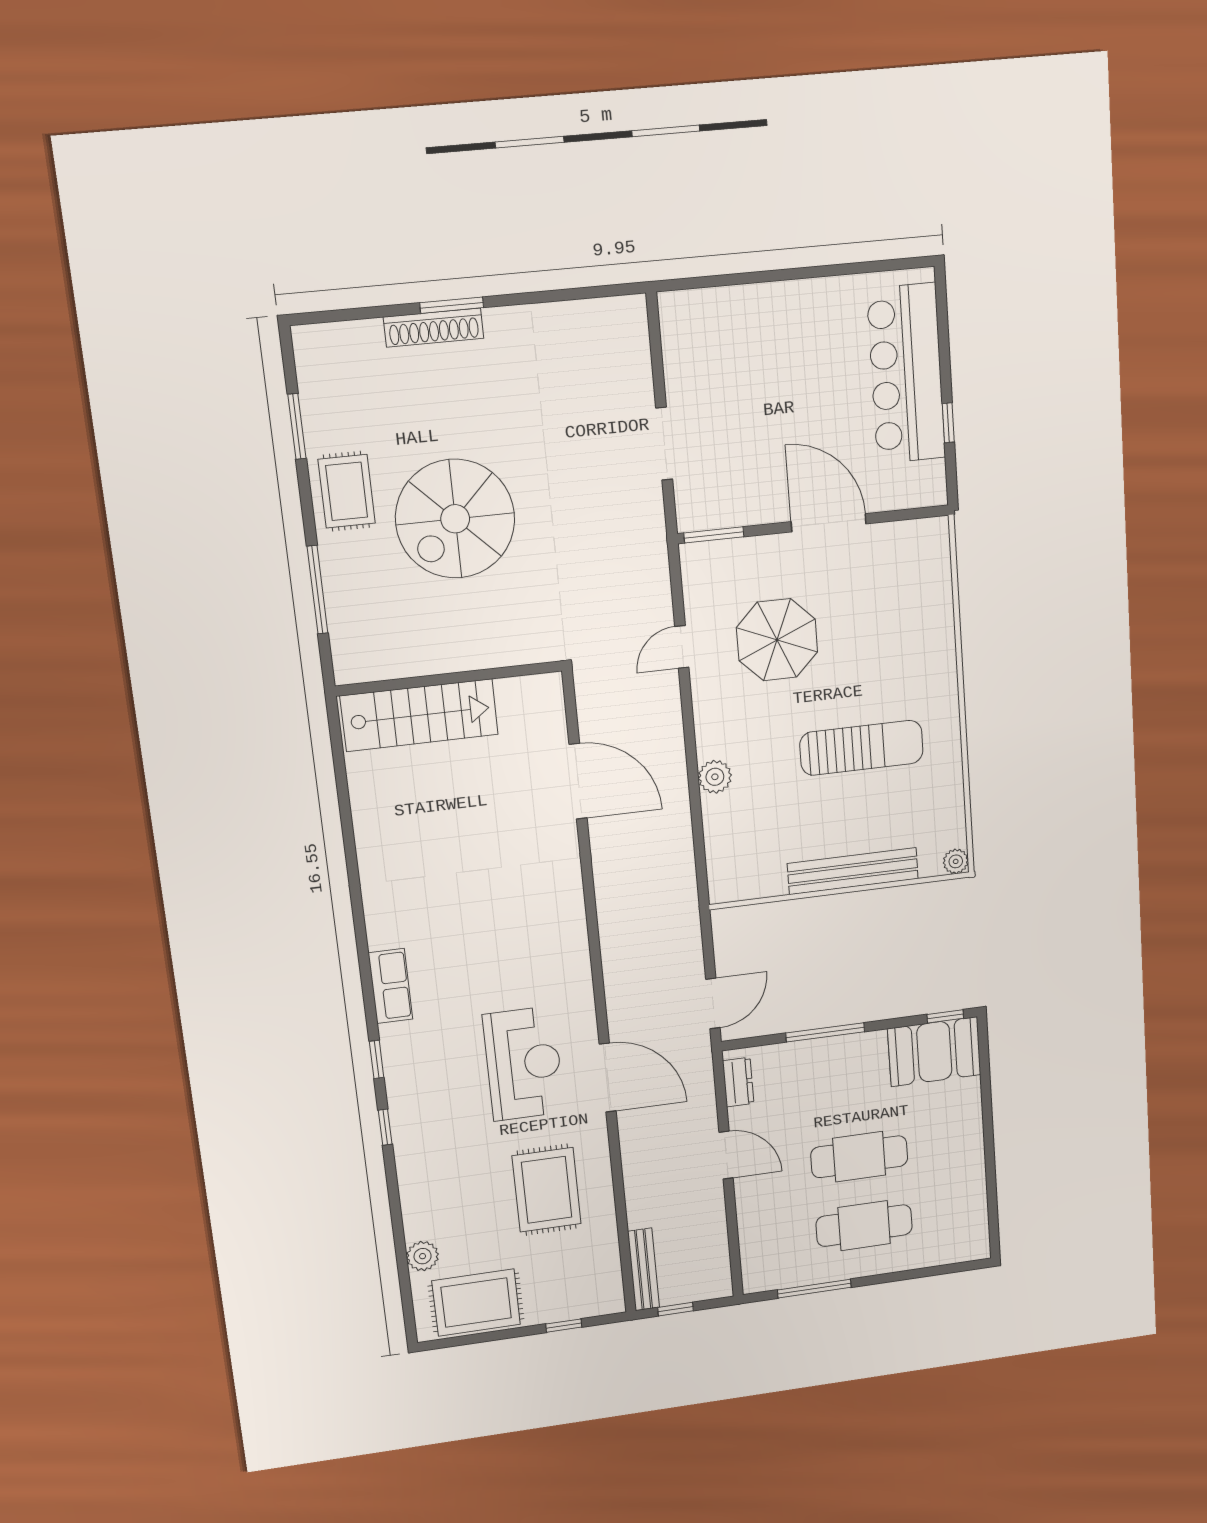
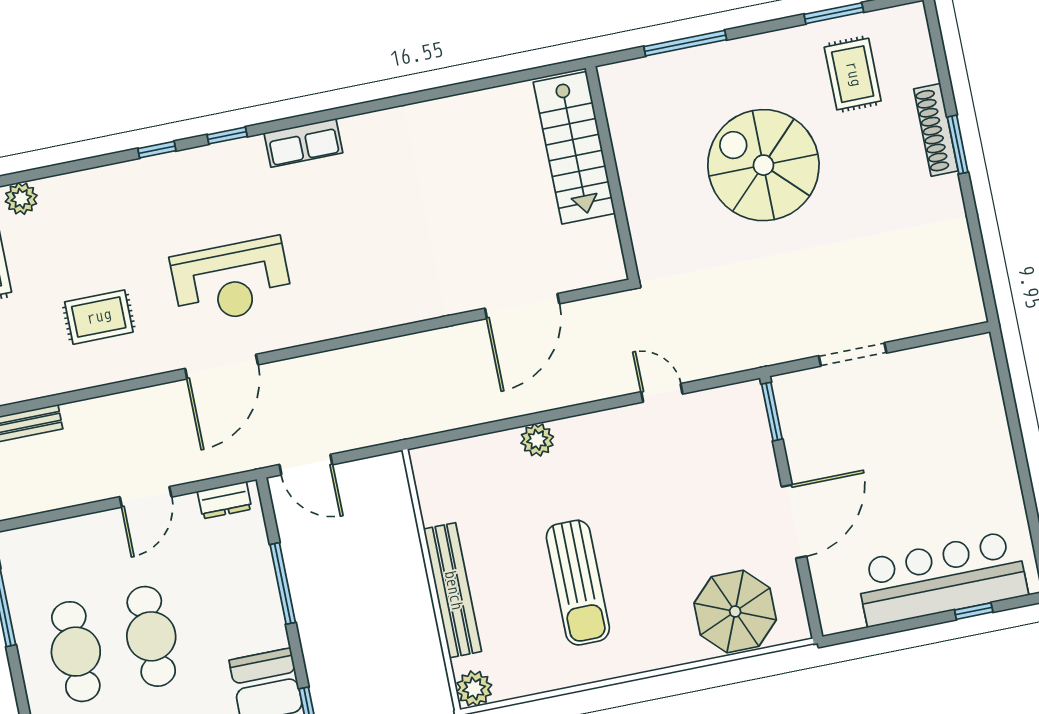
window: (948, 423) -> (974, 611), moved
rug: (347, 491) -> (853, 74), moved, turned 90
parasol: (777, 640) -> (735, 612), moved
plant: (956, 861) -> (474, 689), width x1.38, depth x1.38
rug: (547, 1190) -> (99, 317), width x0.73, depth x0.70

